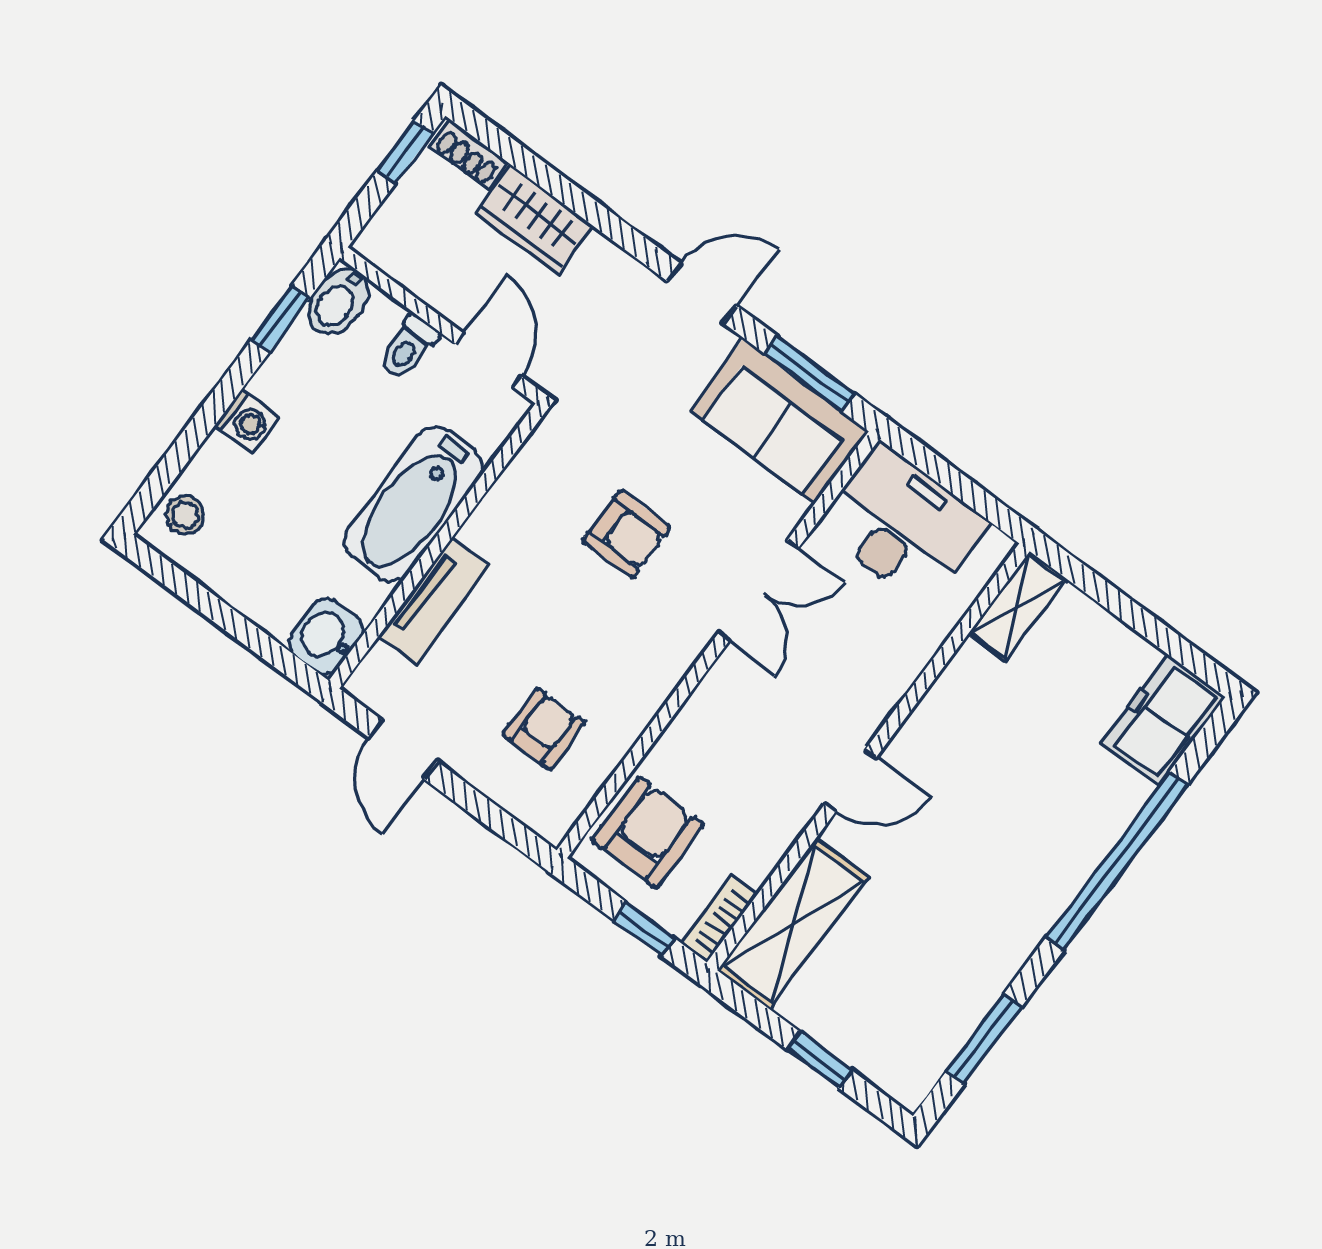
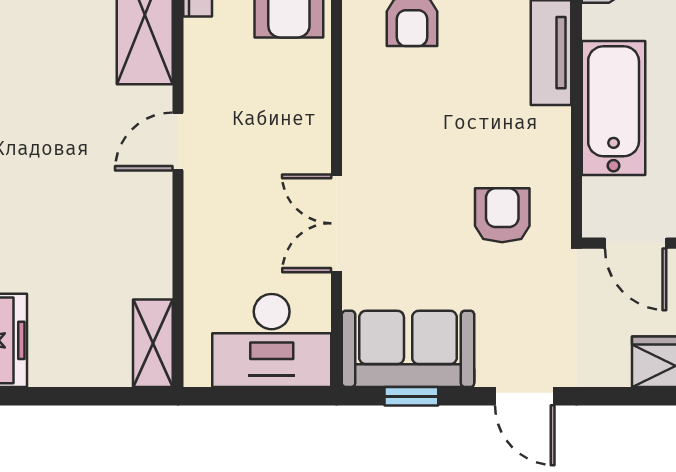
door: (702, 293) -> (525, 396), hinge flipped
window: (809, 374) -> (411, 396), width x0.67
armchair: (626, 534) -> (502, 215), moved, turned 90

